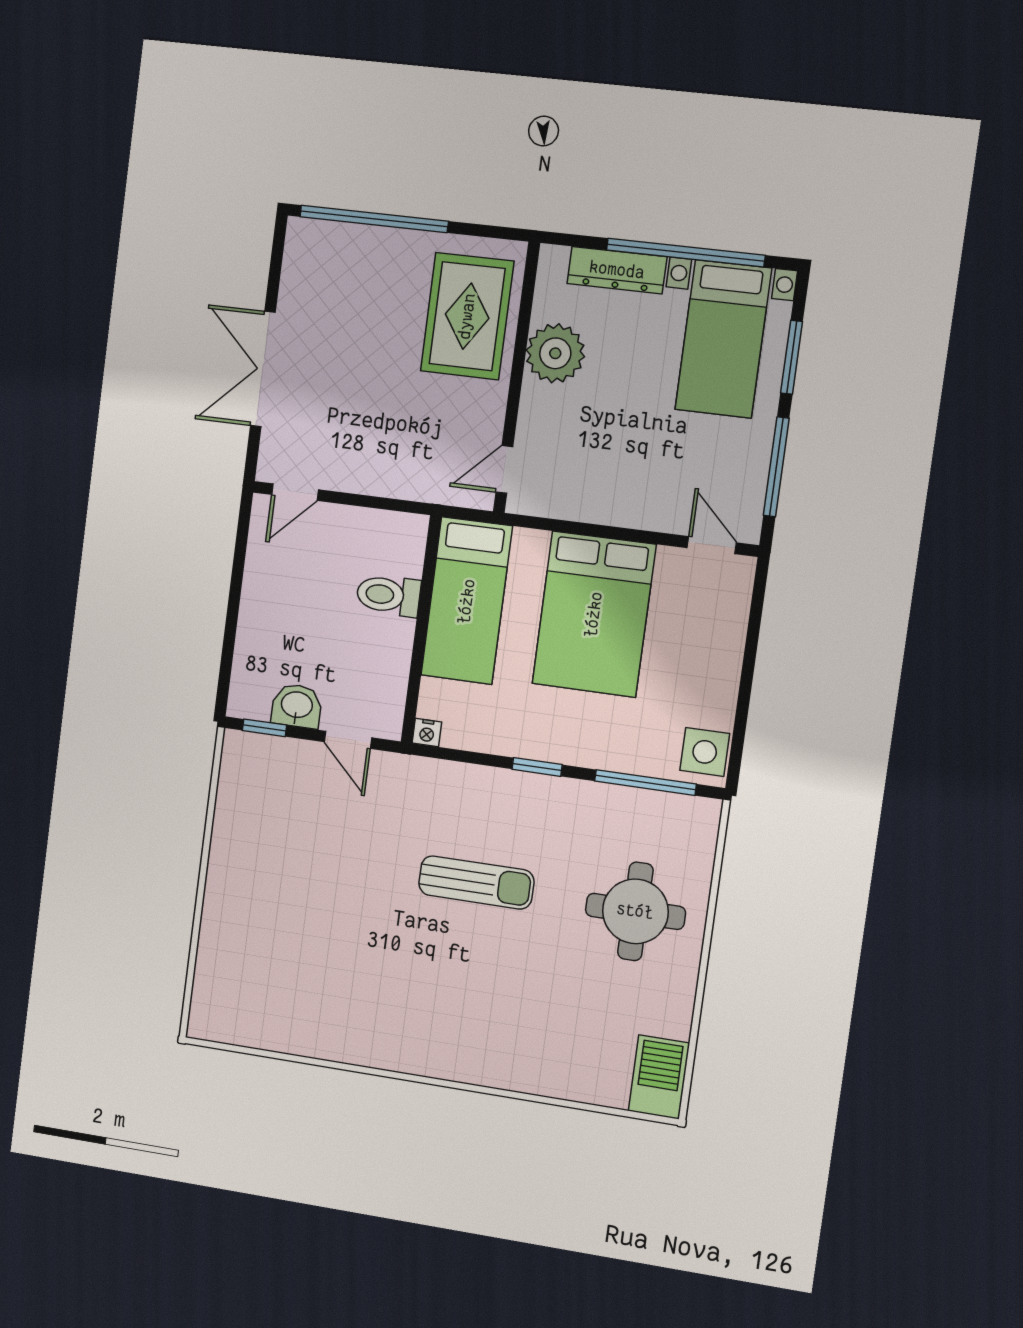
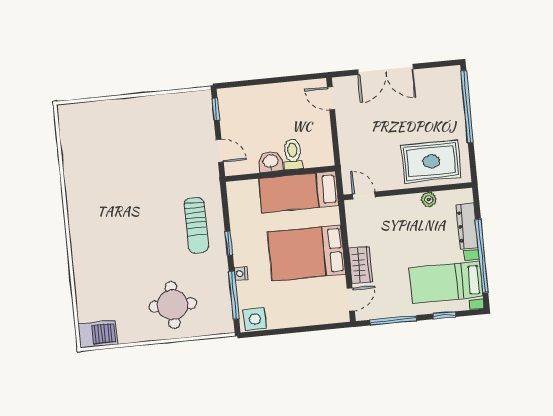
plant: (555, 353) -> (429, 199), width x0.53, depth x0.53
window: (792, 357) -> (444, 315), width x0.67
double door: (263, 369) -> (386, 69), swing flipped
wardrobe: (645, 508) -> (361, 265), added
washbasin: (297, 706) -> (271, 162), moved, turned -90
nightstand: (427, 733) -> (241, 273), moved
door: (348, 740) -> (220, 151), swing flipped
sun lounger: (476, 882) -> (196, 225), moved

